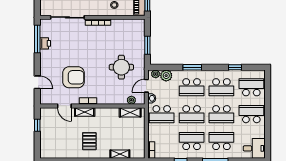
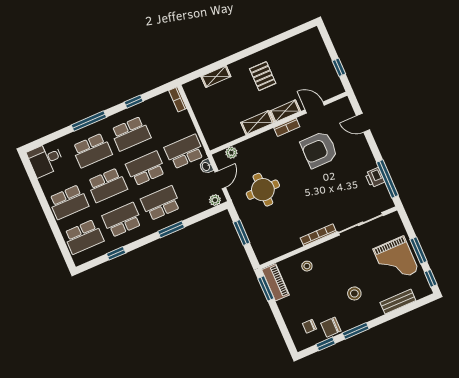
plant: (166, 76) -> (200, 204), removed
shelving: (130, 112) -> (257, 123), moved
school desk: (221, 114) -> (107, 185), turned 180

